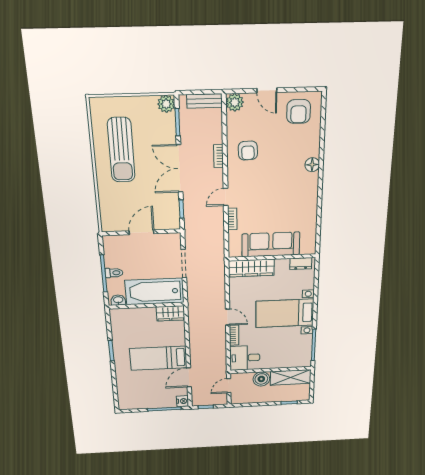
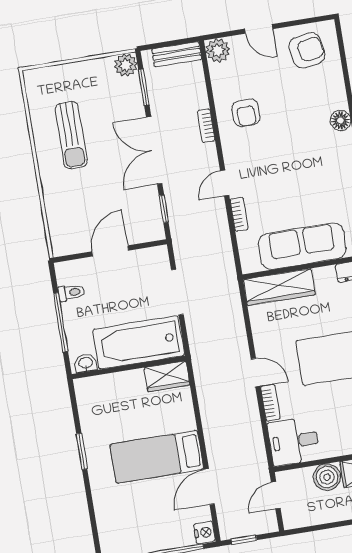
armchair: (299, 111) -> (307, 50), turned -100
sun lounger: (121, 150) -> (71, 135), width x0.73, depth x0.75
toilet: (114, 273) -> (71, 292), moved

